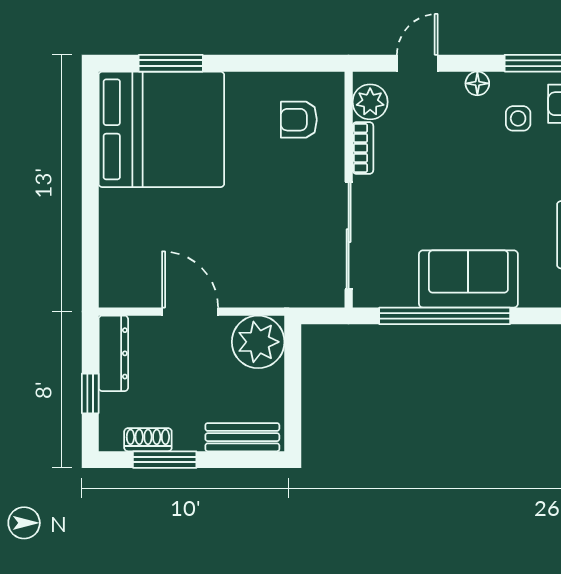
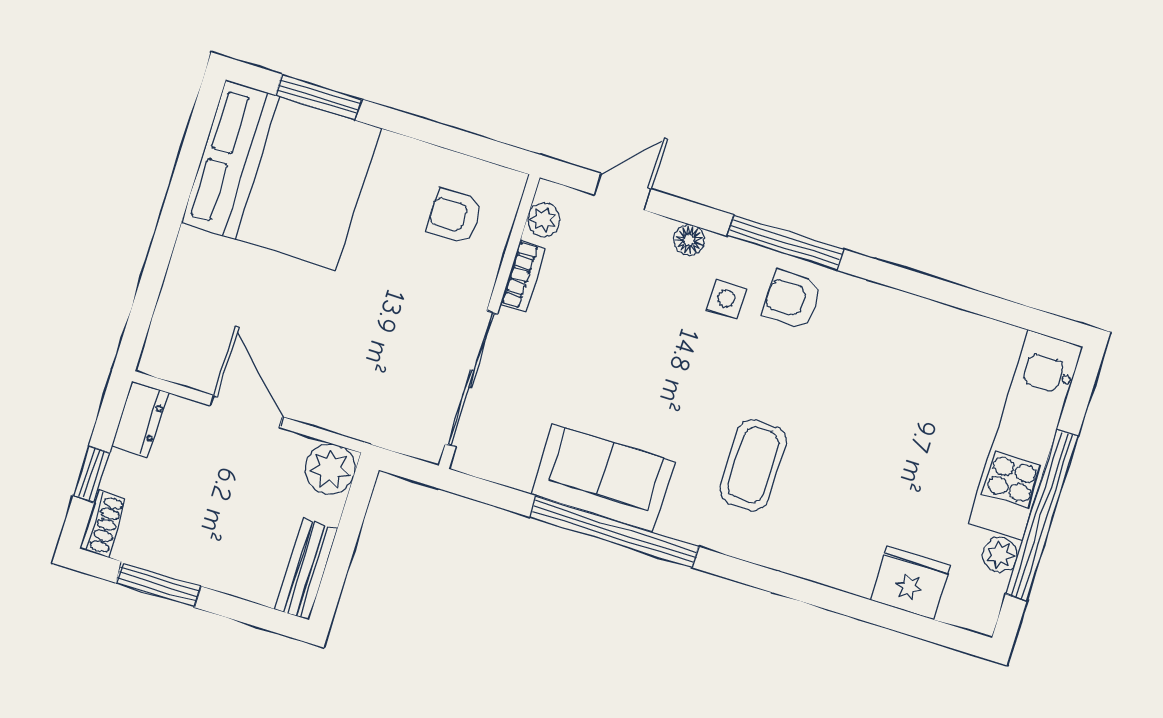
plant: (370, 102) -> (544, 220), width x0.73, depth x0.73
window: (445, 316) -> (614, 532), moved
plant: (258, 342) -> (330, 469), width x0.73, depth x0.73
dresser: (113, 353) -> (140, 419), width x0.70
bench: (242, 437) -> (306, 569), moved, turned 90
shoe rack: (148, 440) -> (103, 524), moved, turned 90

